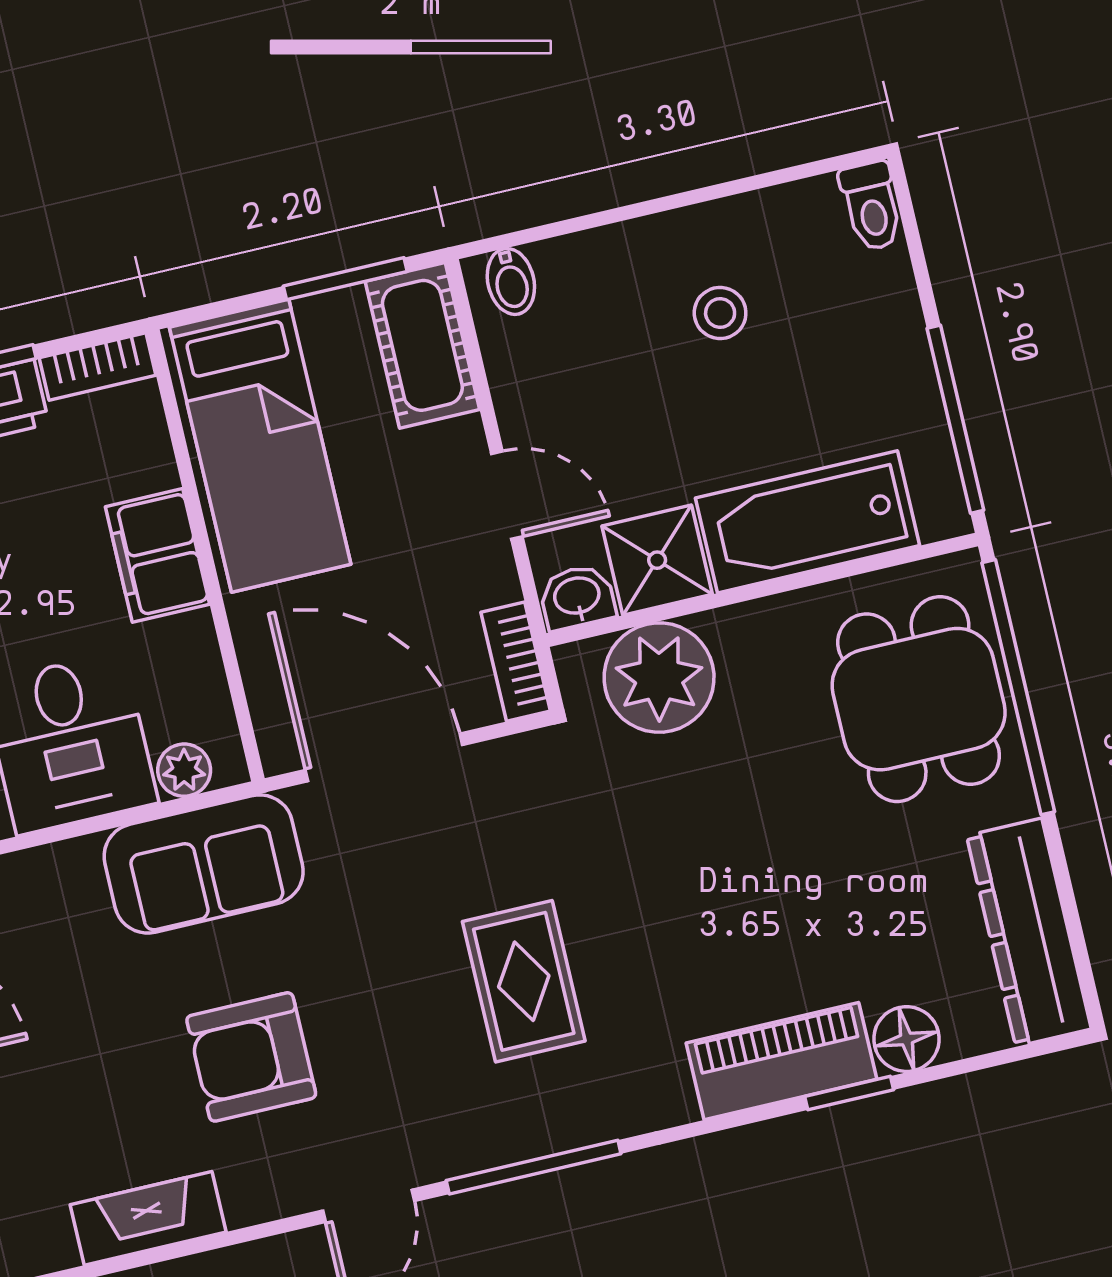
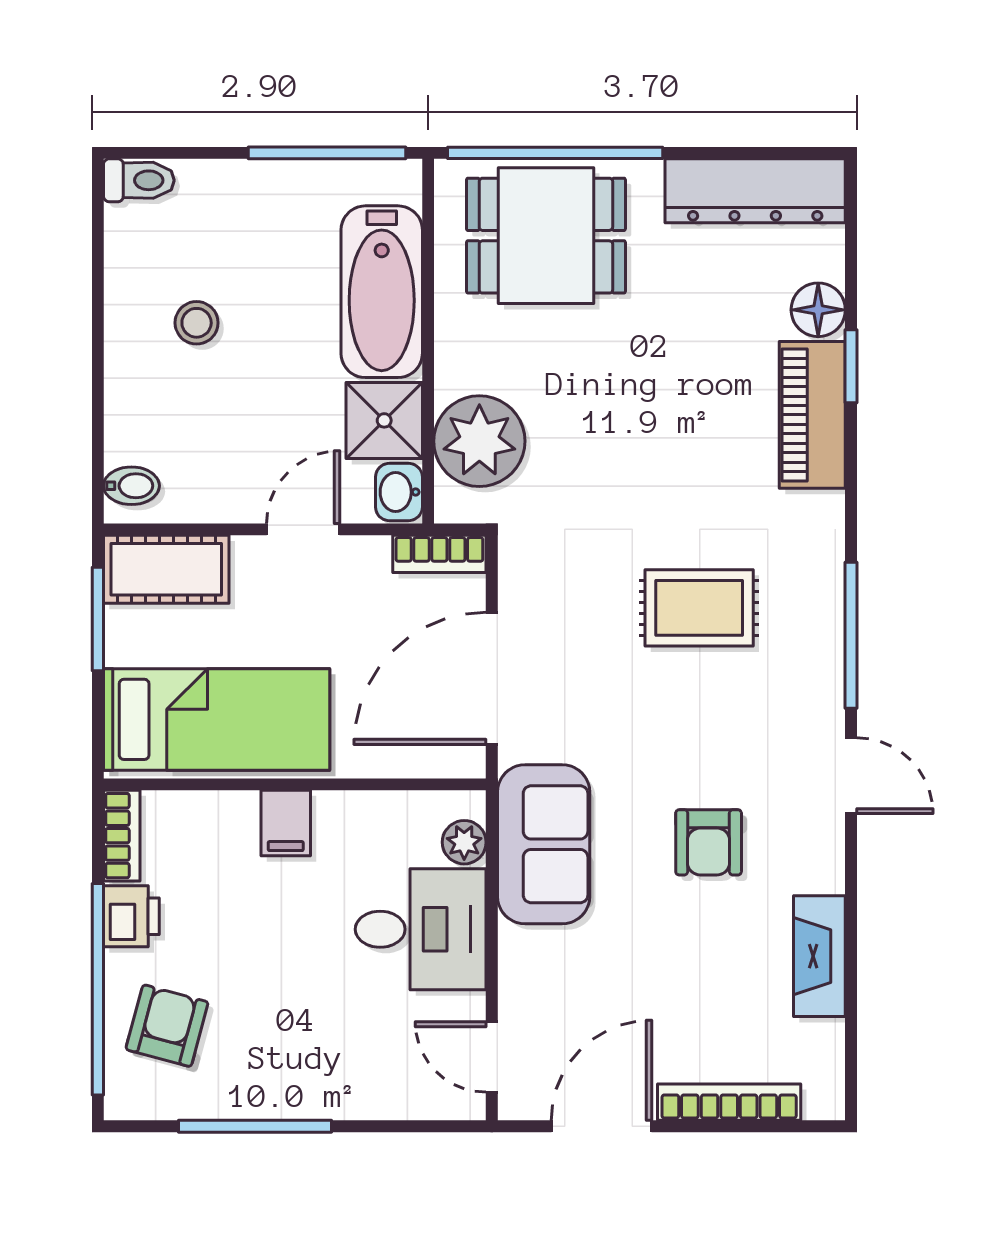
filing cabinet: (157, 555) -> (286, 823), width x0.50
armchair: (251, 1057) -> (709, 842), width x0.72, depth x0.72

